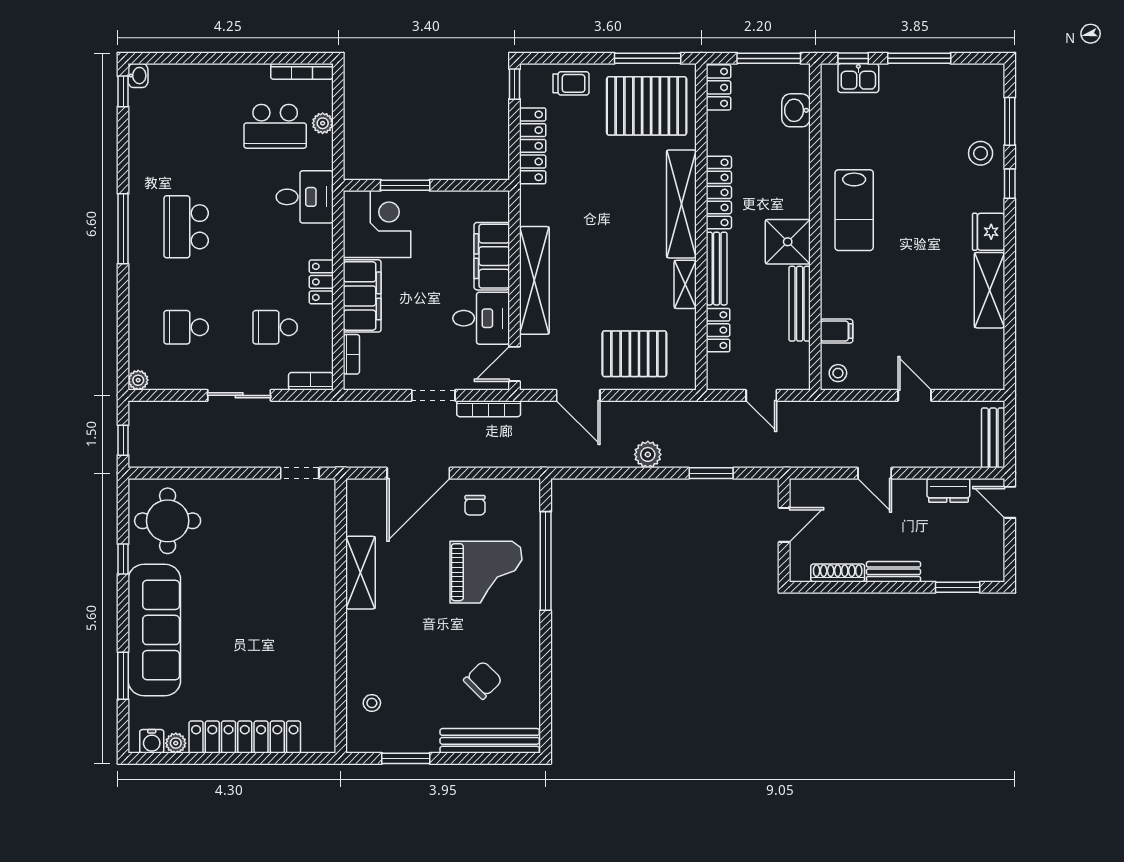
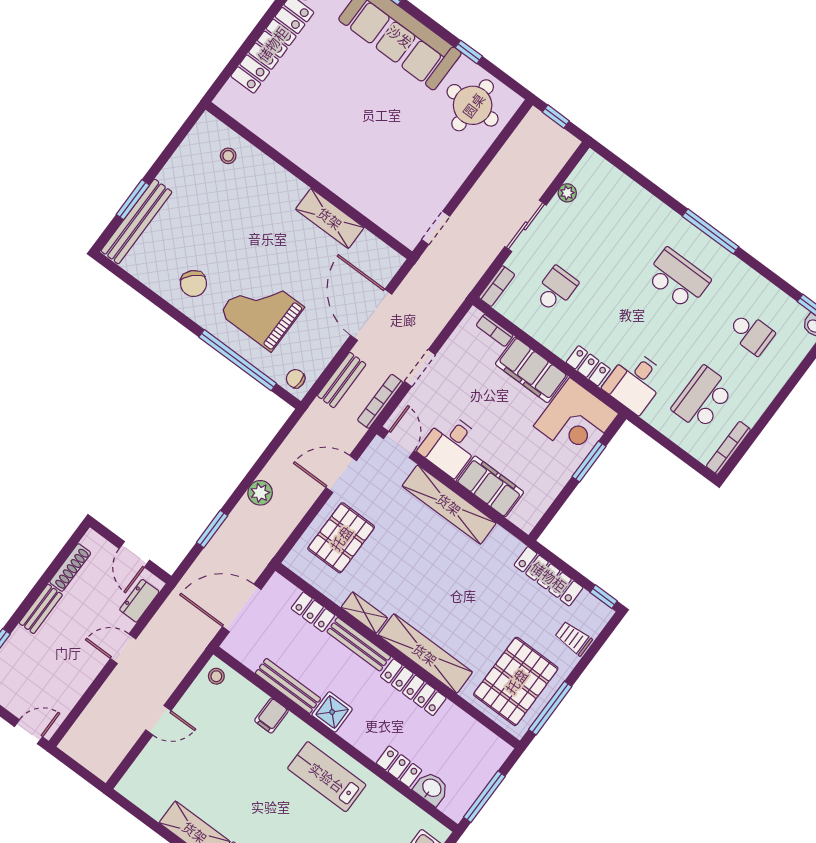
trolley: (571, 83) -> (573, 638), turned 90
locker: (719, 87) -> (399, 767), moved, turned 180
plant: (323, 123) -> (679, 435), removed
shower: (788, 242) -> (332, 712), width x0.73, depth x0.73
locker: (321, 282) -> (588, 366), moved
school desk: (186, 327) -> (751, 333), moved, turned 90
filing cabinet: (837, 331) -> (271, 716), moved
plant: (138, 380) -> (567, 193), moved
door: (761, 395) -> (242, 608), width x1.88
bench: (993, 438) -> (342, 380), moved, turned 90
dresser: (948, 490) -> (139, 601), moved
chair: (475, 505) -> (296, 379), moved
grand piano: (486, 572) -> (262, 310), turned 90
chair: (483, 680) -> (194, 284), moved
window: (406, 758) -> (133, 200), moved

